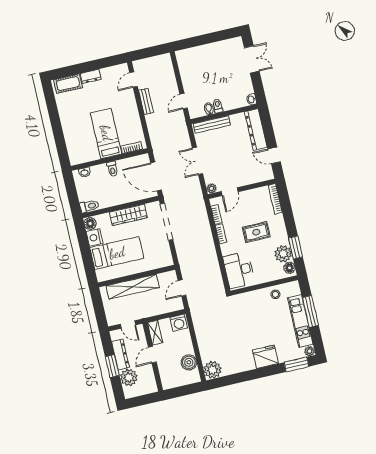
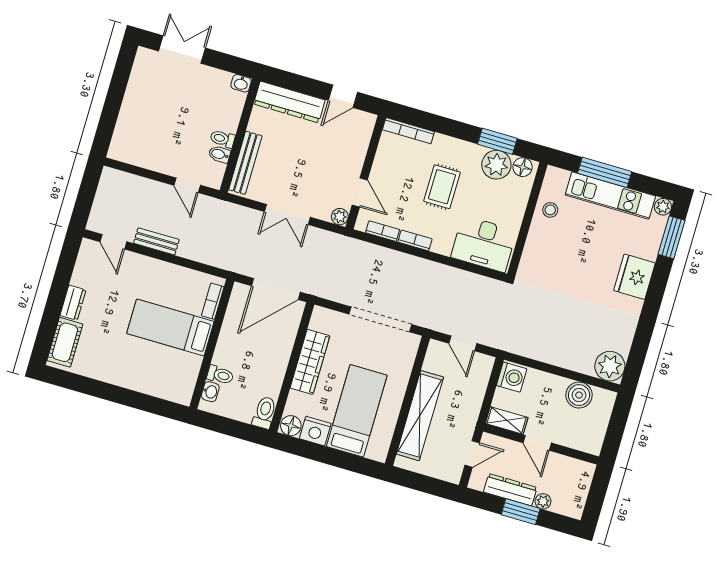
toilet: (112, 169) -> (220, 375), moved
doorway: (167, 222) -> (380, 319), moved
plant: (129, 377) -> (543, 501), width x0.53, depth x0.53

